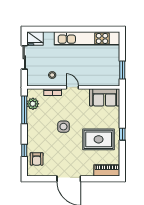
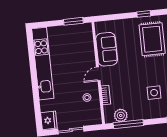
sofa: (105, 97) -> (107, 49), moved
side table: (63, 127) -> (154, 93), moved

